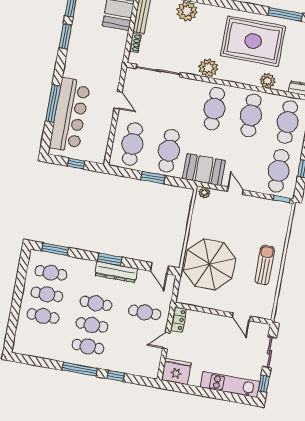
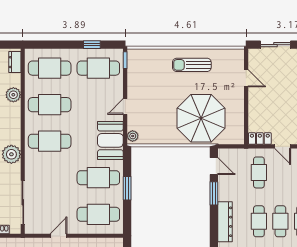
window: (110, 259) -> (214, 193), moved
door: (159, 268) -> (214, 166), hinge flipped
dresser: (116, 272) -> (225, 222), moved
door: (241, 317) -> (246, 78), hinge flipped

